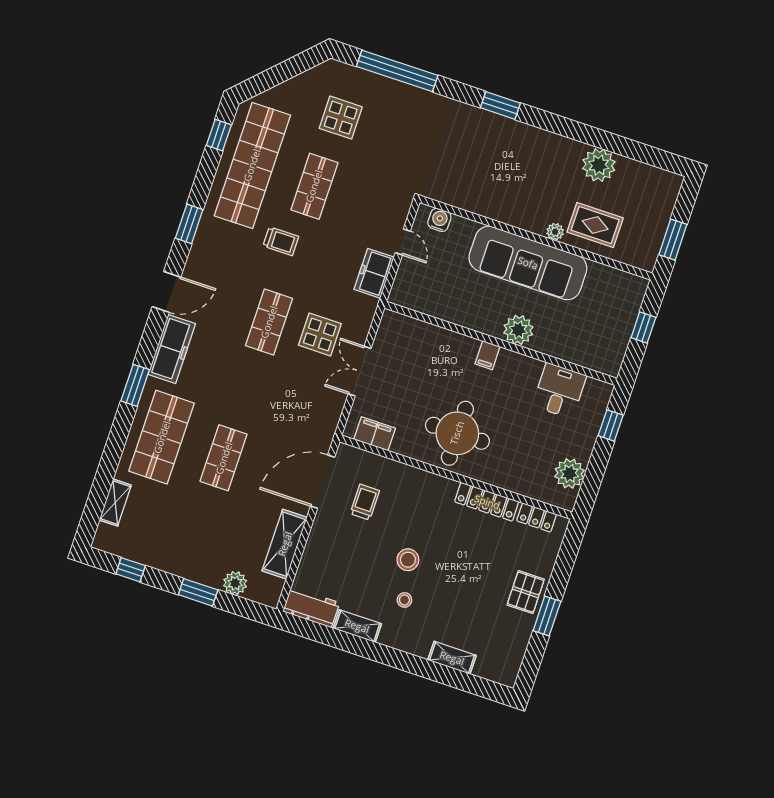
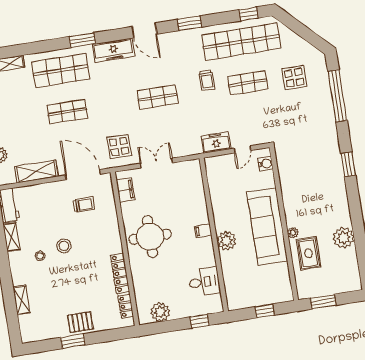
display table: (320, 334) -> (119, 147), moved

